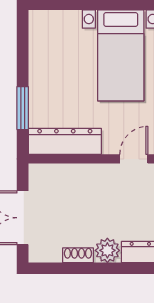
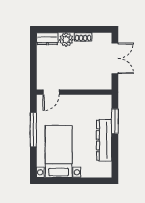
dresser: (65, 141) -> (104, 140), moved, turned 90

